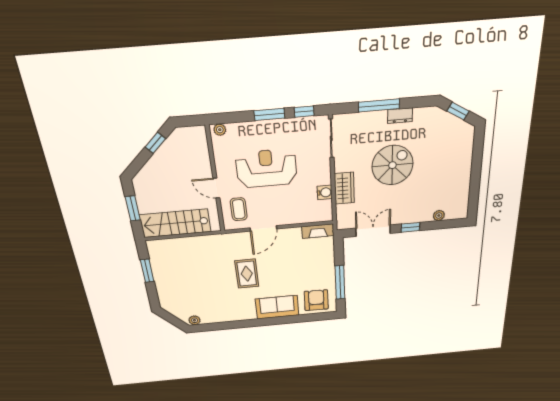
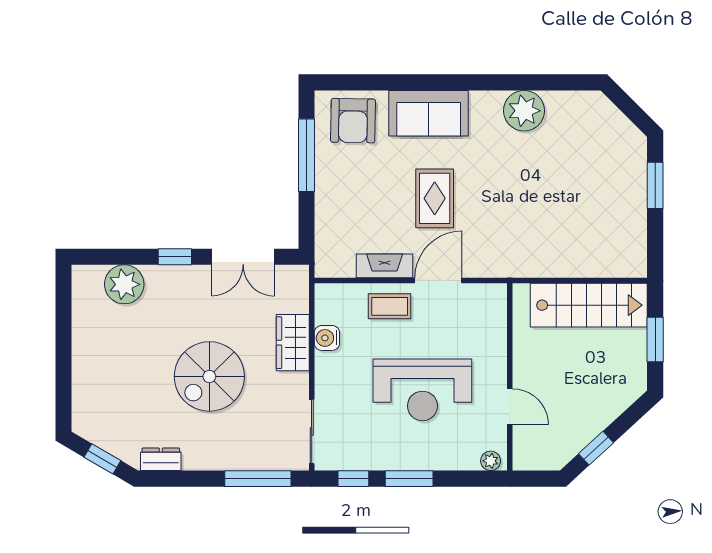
window: (379, 105) -> (258, 479), moved
dresser: (400, 116) -> (161, 459), moved
door: (216, 188) -> (510, 407), moved
coffee table: (239, 209) -> (390, 306), moved, turned 90
plant: (439, 216) -> (124, 284), width x1.87, depth x1.87
fireplace: (318, 231) -> (385, 266), moved
window: (147, 271) -> (655, 185), moved
rug: (247, 274) -> (435, 198), moved
plant: (194, 320) -> (524, 111), moved, width x1.88, depth x1.88

